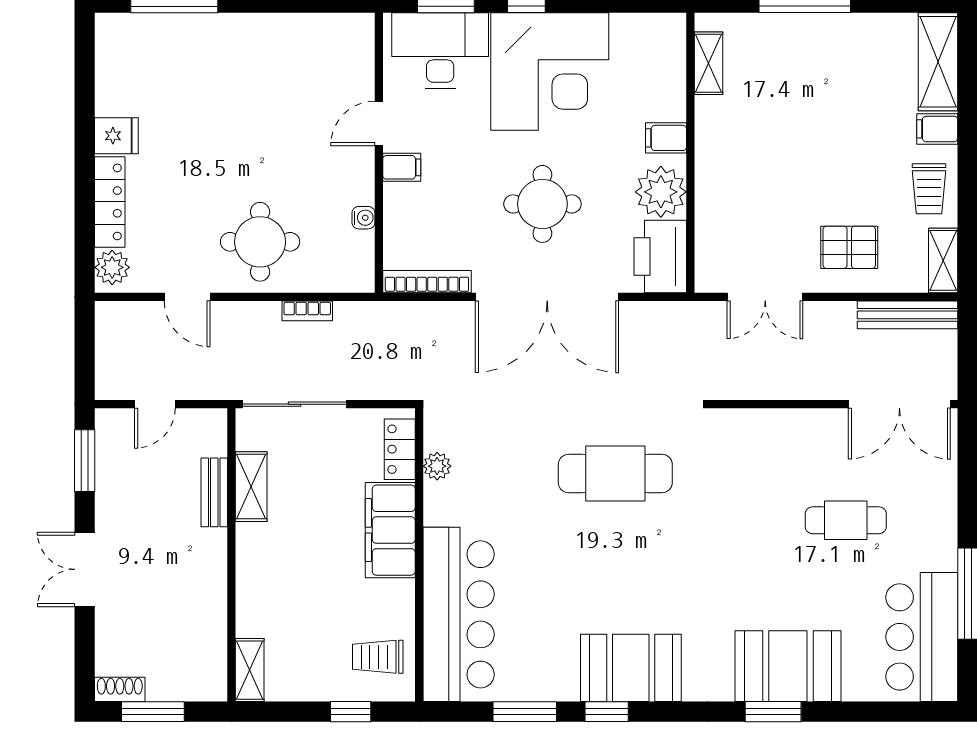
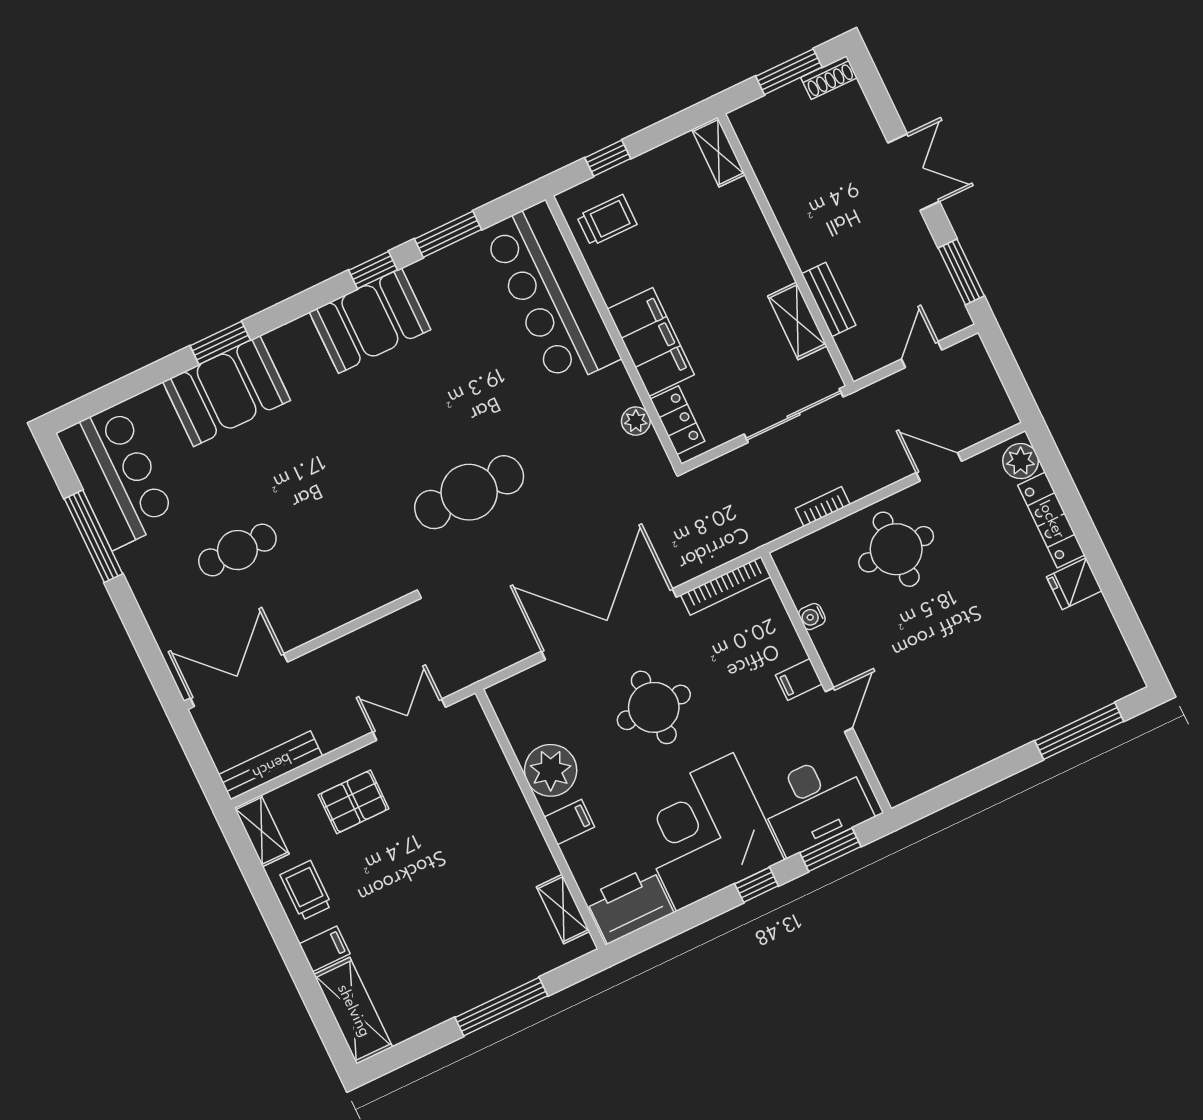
printer: (660, 256) -> (629, 905), moved, turned -90

